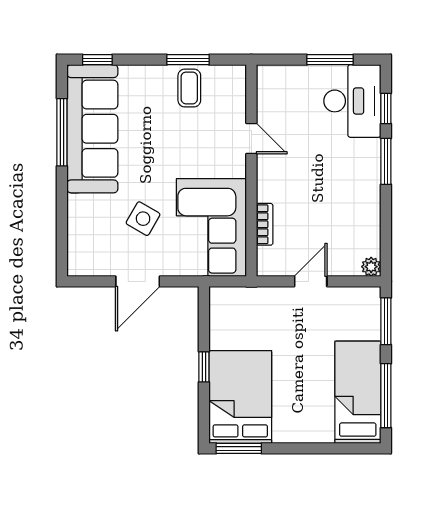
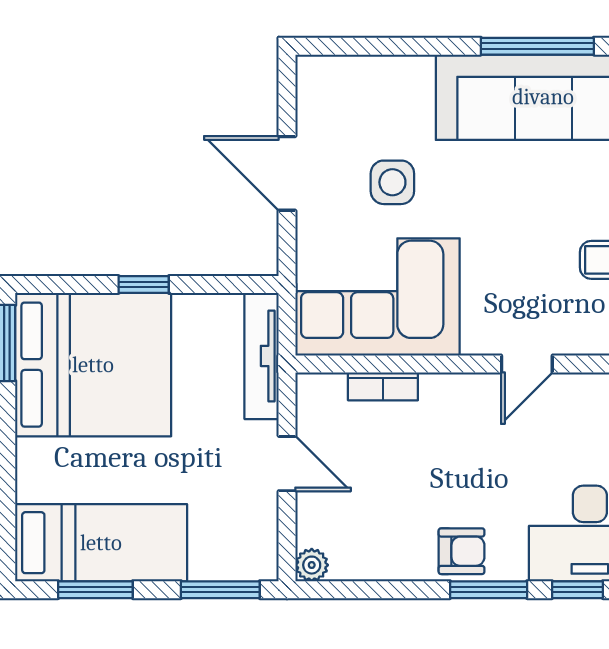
armchair: (363, 177) -> (462, 551), added
side table: (143, 219) -> (392, 182), turned -30
tv unit: (247, 297) -> (262, 356), added
window: (386, 396) -> (95, 590), width x0.69
bed: (240, 397) -> (93, 365), width x1.36

